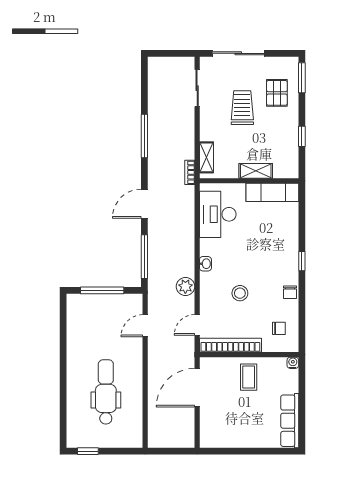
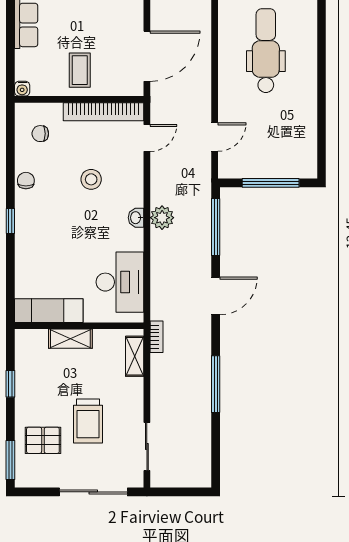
pallet: (277, 93) -> (43, 440), turned 90
plant: (185, 287) -> (162, 218), moved
dental chair: (106, 392) -> (266, 51), turned 180

